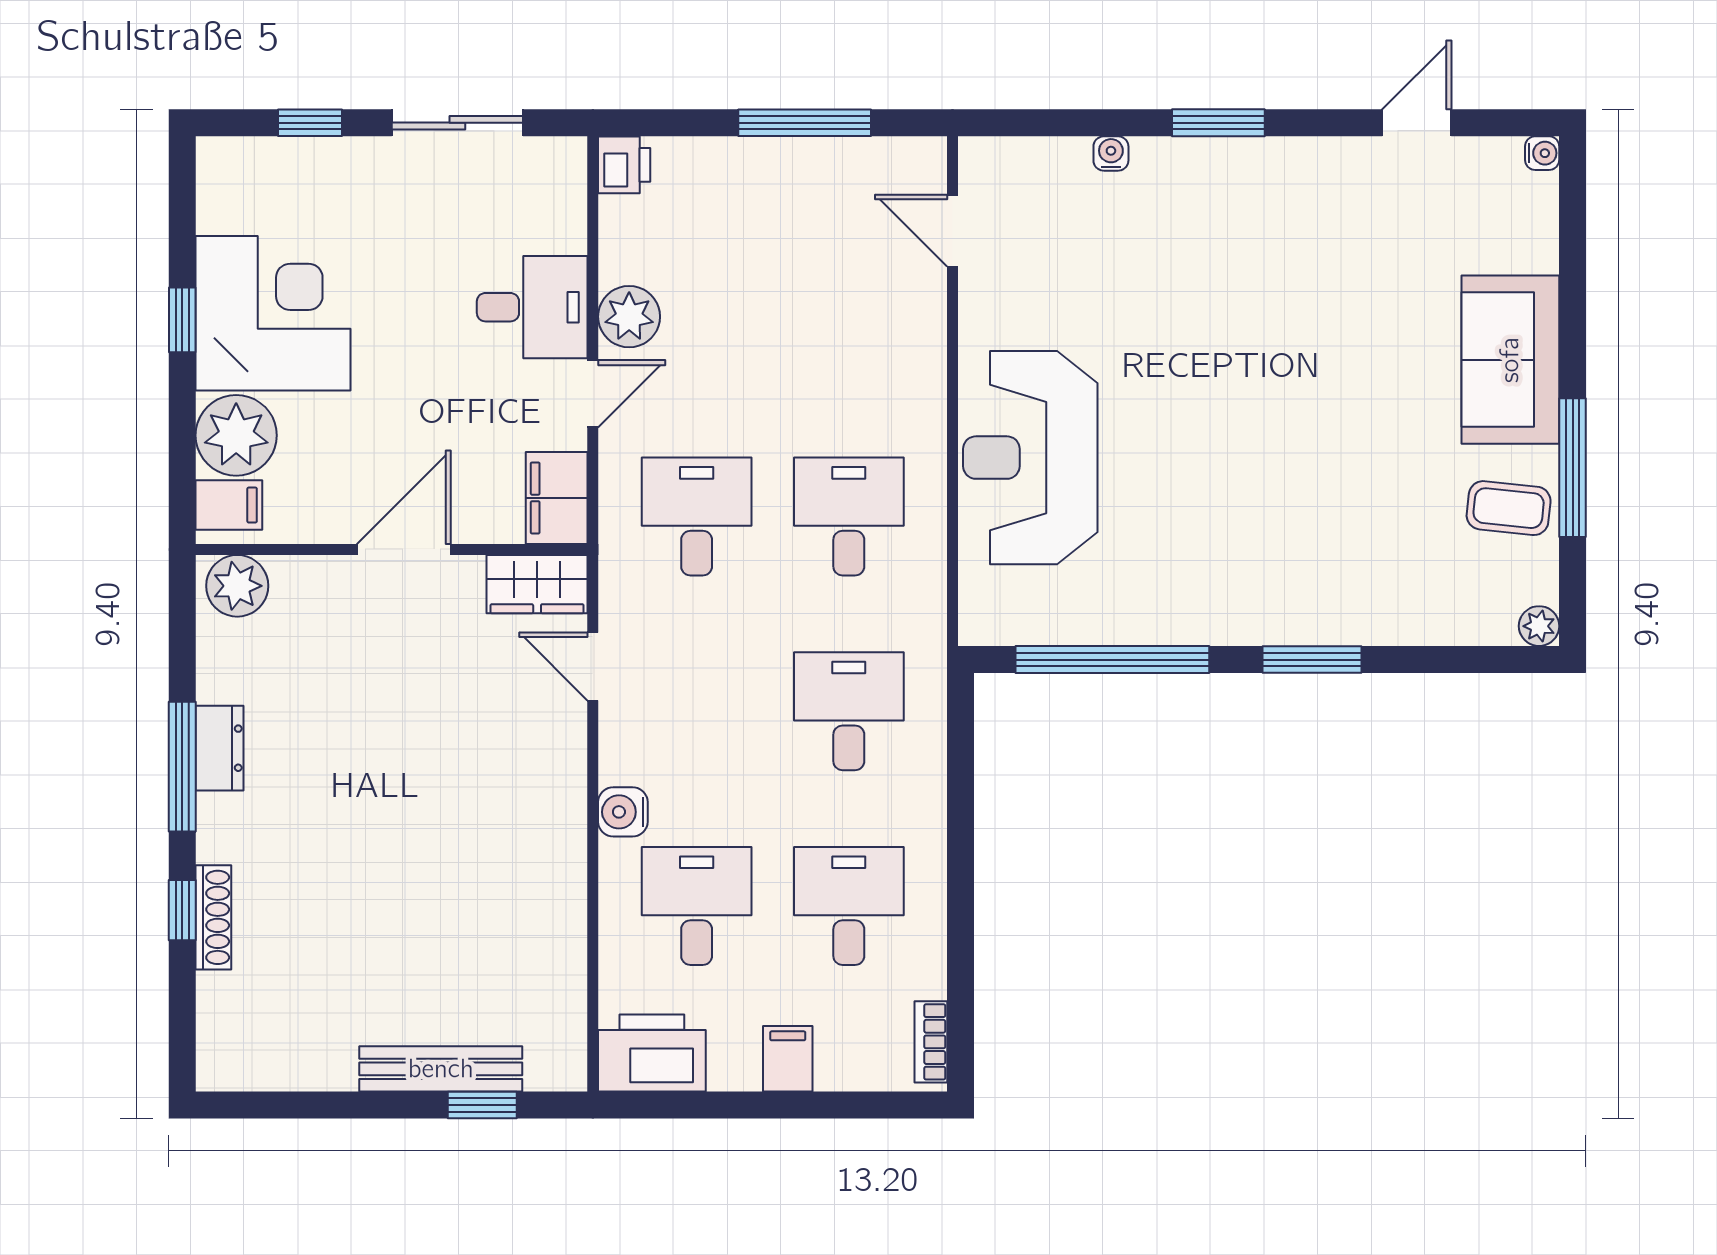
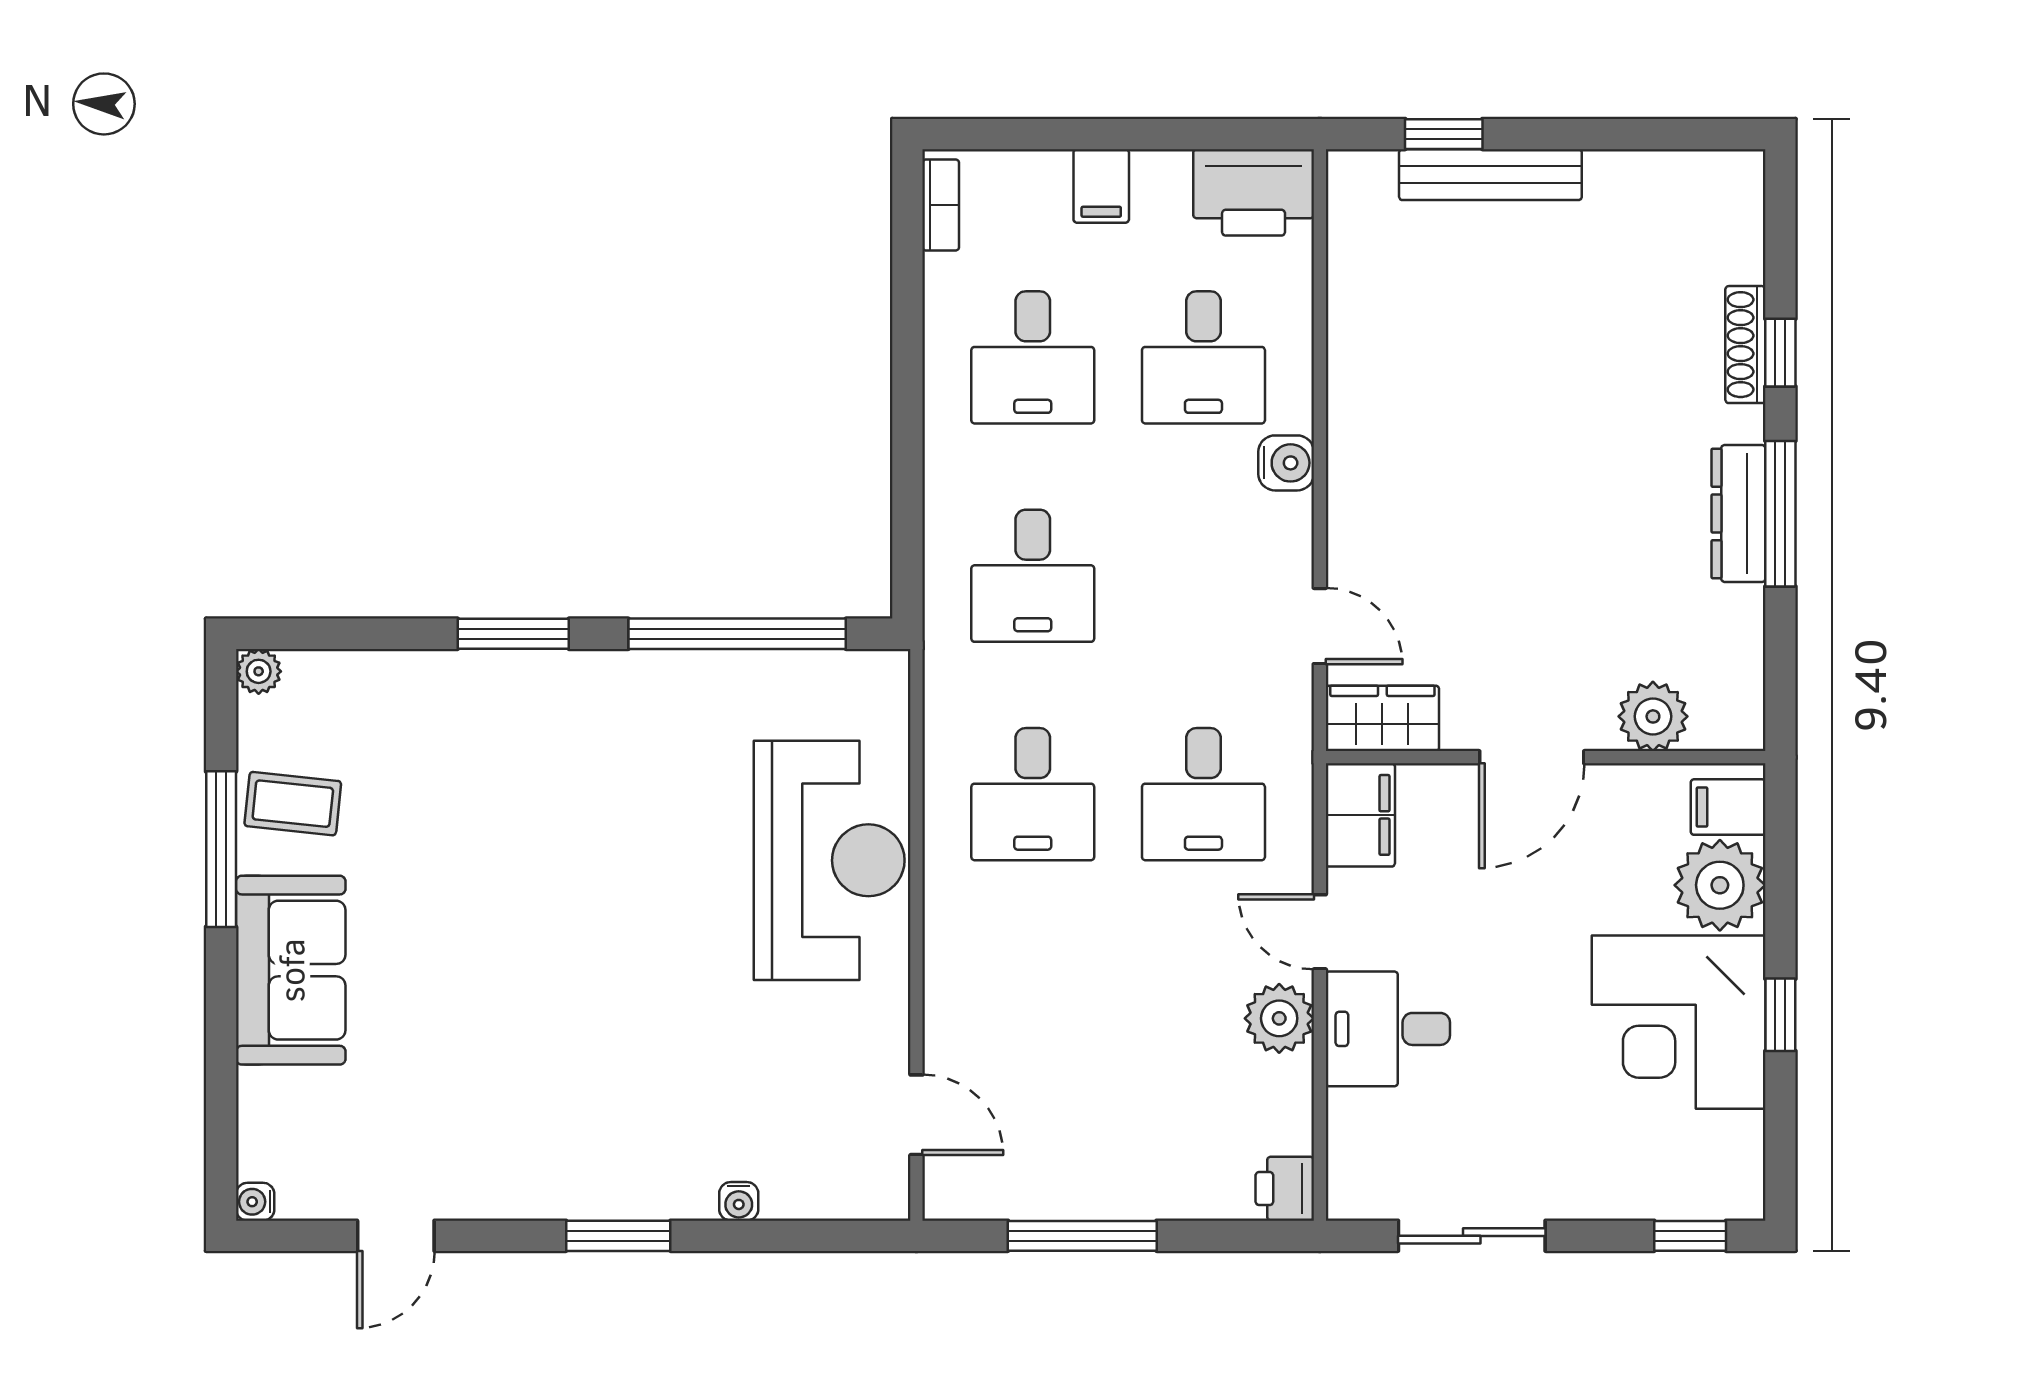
window: (310, 123) -> (1690, 1236), moved
door: (593, 394) -> (1320, 932), hinge flipped
plant: (237, 586) -> (1653, 716), moved
dresser: (220, 748) -> (1738, 513), width x1.44

